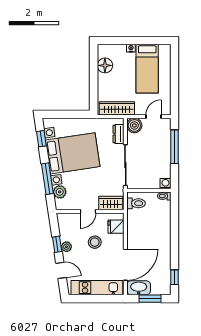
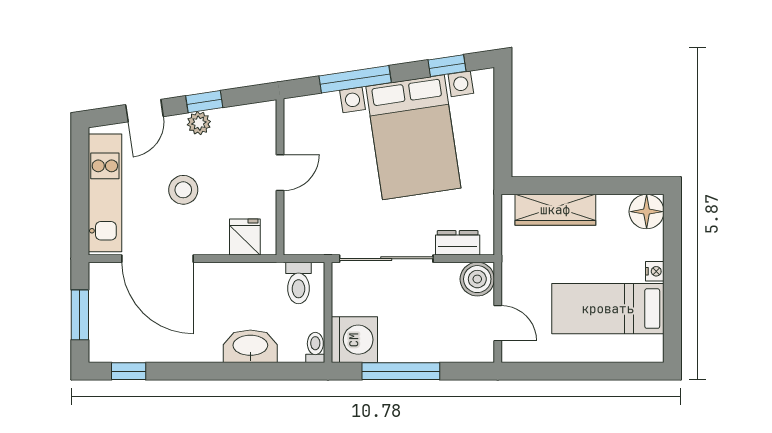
floor lamp: (105, 65) -> (647, 212), moved
wardrobe: (117, 108) -> (555, 210), moved, turned 90
window: (174, 147) -> (401, 371), moved
washing machine: (165, 184) -> (354, 340), width x1.89, depth x1.89
plant: (60, 192) -> (325, 108), removed
wardrobe: (111, 203) -> (299, 225), removed
door: (88, 211) -> (280, 173), swing flipped
stool: (95, 242) -> (183, 190), moved
washbasin: (139, 288) -> (250, 346), moved, turned -90

